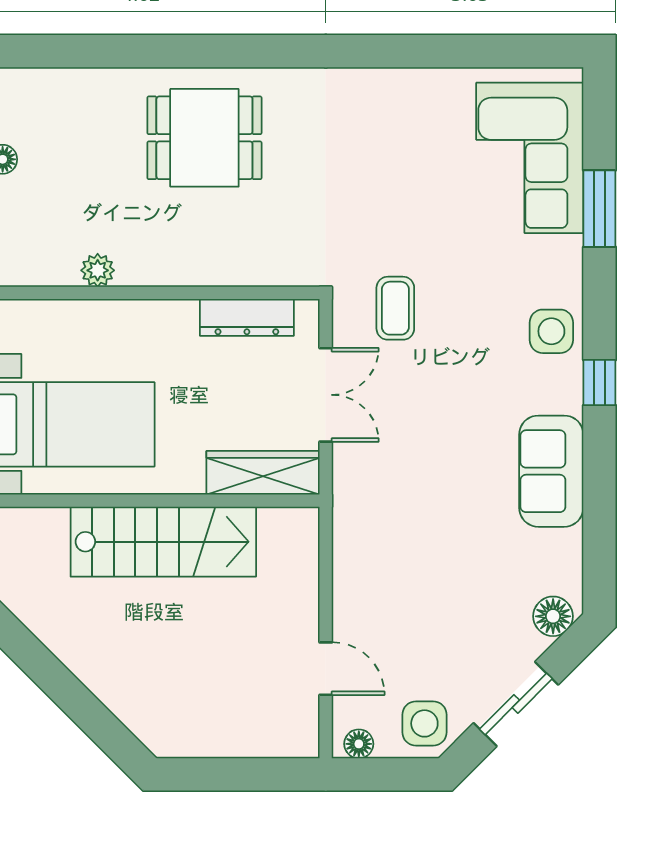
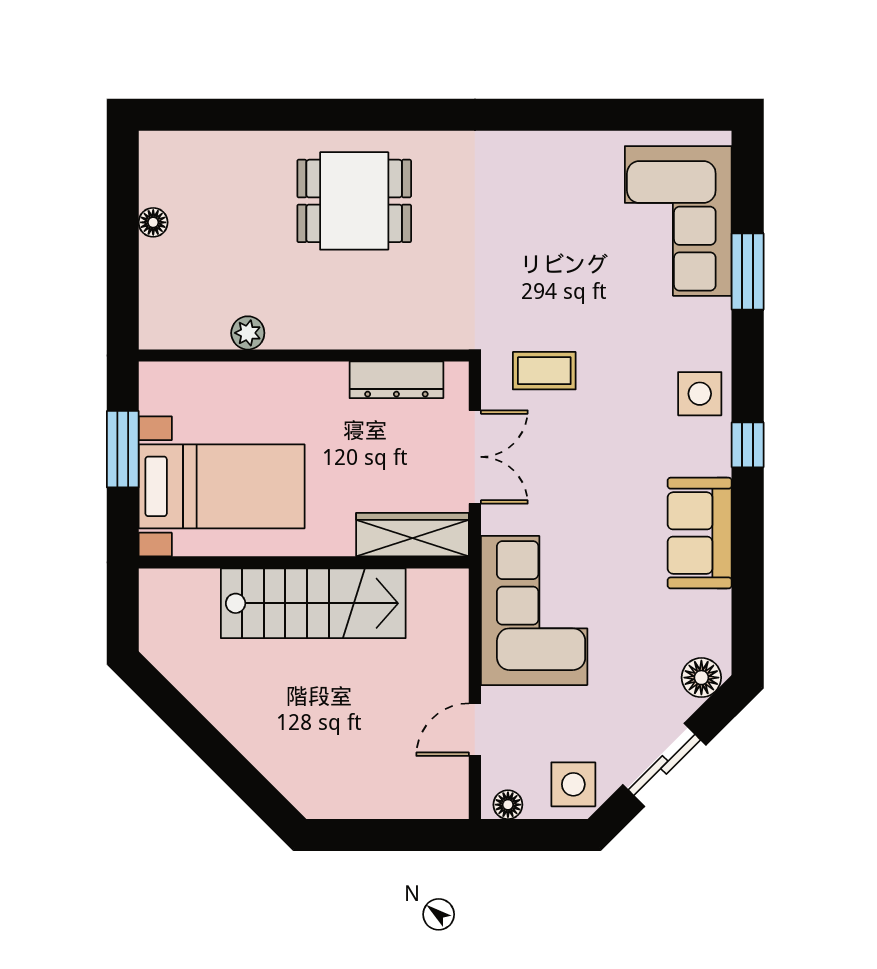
coffee table: (395, 308) -> (544, 371), turned 90
corner sofa: (385, 549) -> (534, 610), added
door: (326, 669) -> (475, 730), swing flipped

